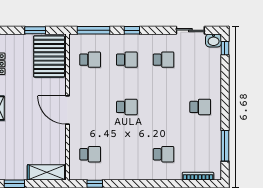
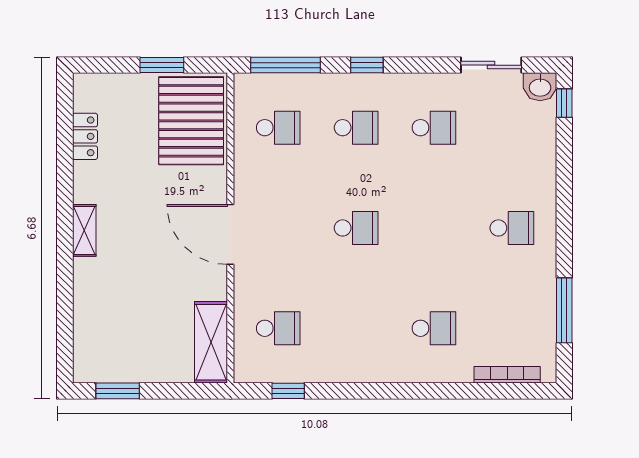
shelving: (47, 172) -> (211, 342), moved, turned 90

